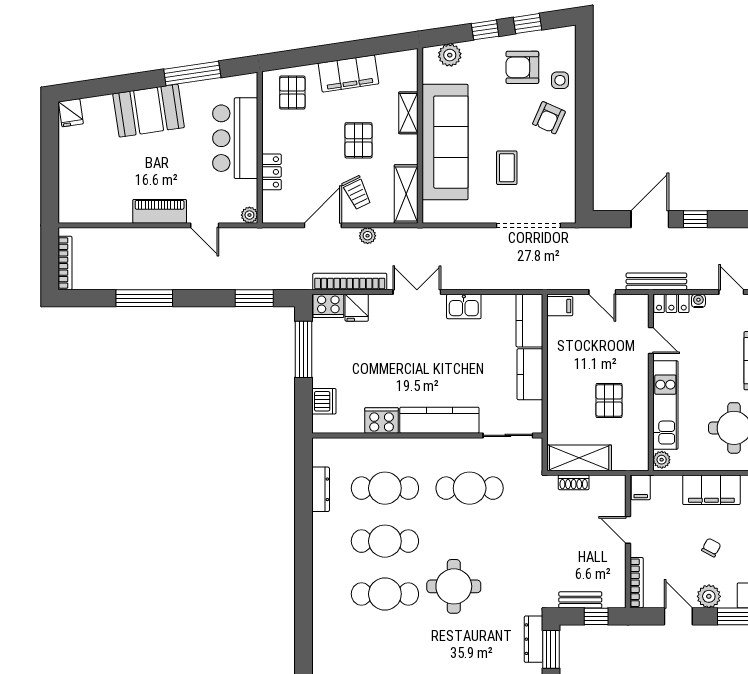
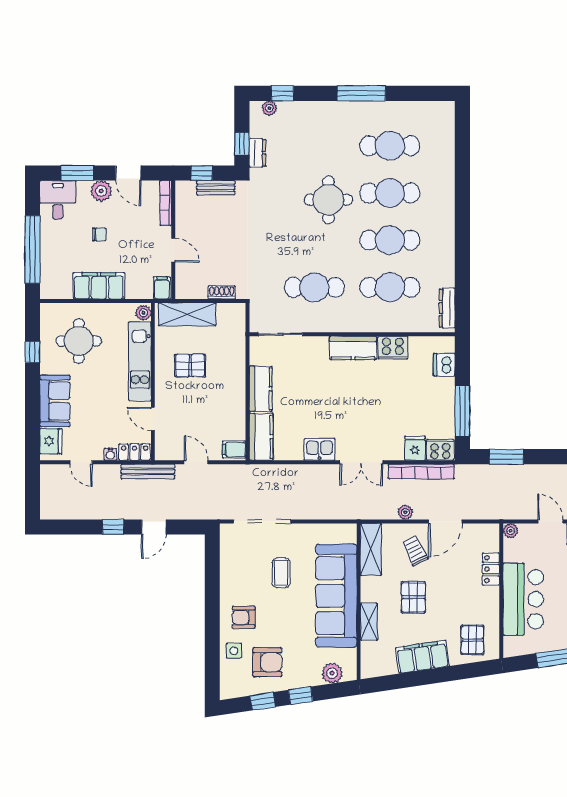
armchair: (549, 118) -> (244, 617), turned -114
door: (650, 219) -> (154, 527), width x0.73
pallet: (609, 400) -> (190, 365), turned 90
kitchen counter: (439, 420) -> (353, 348), width x0.67
shelving: (579, 458) -> (187, 314), moved
dresser: (321, 489) -> (447, 308), moved
chair: (711, 548) -> (99, 234), turned -118
dresser: (534, 639) -> (257, 153), width x0.70
cafe table: (385, 647) -> (390, 146), added
window: (551, 649) -> (242, 144), width x0.67

